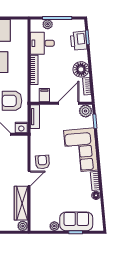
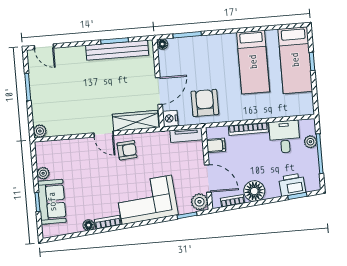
wardrobe: (21, 203) -> (136, 121), moved

